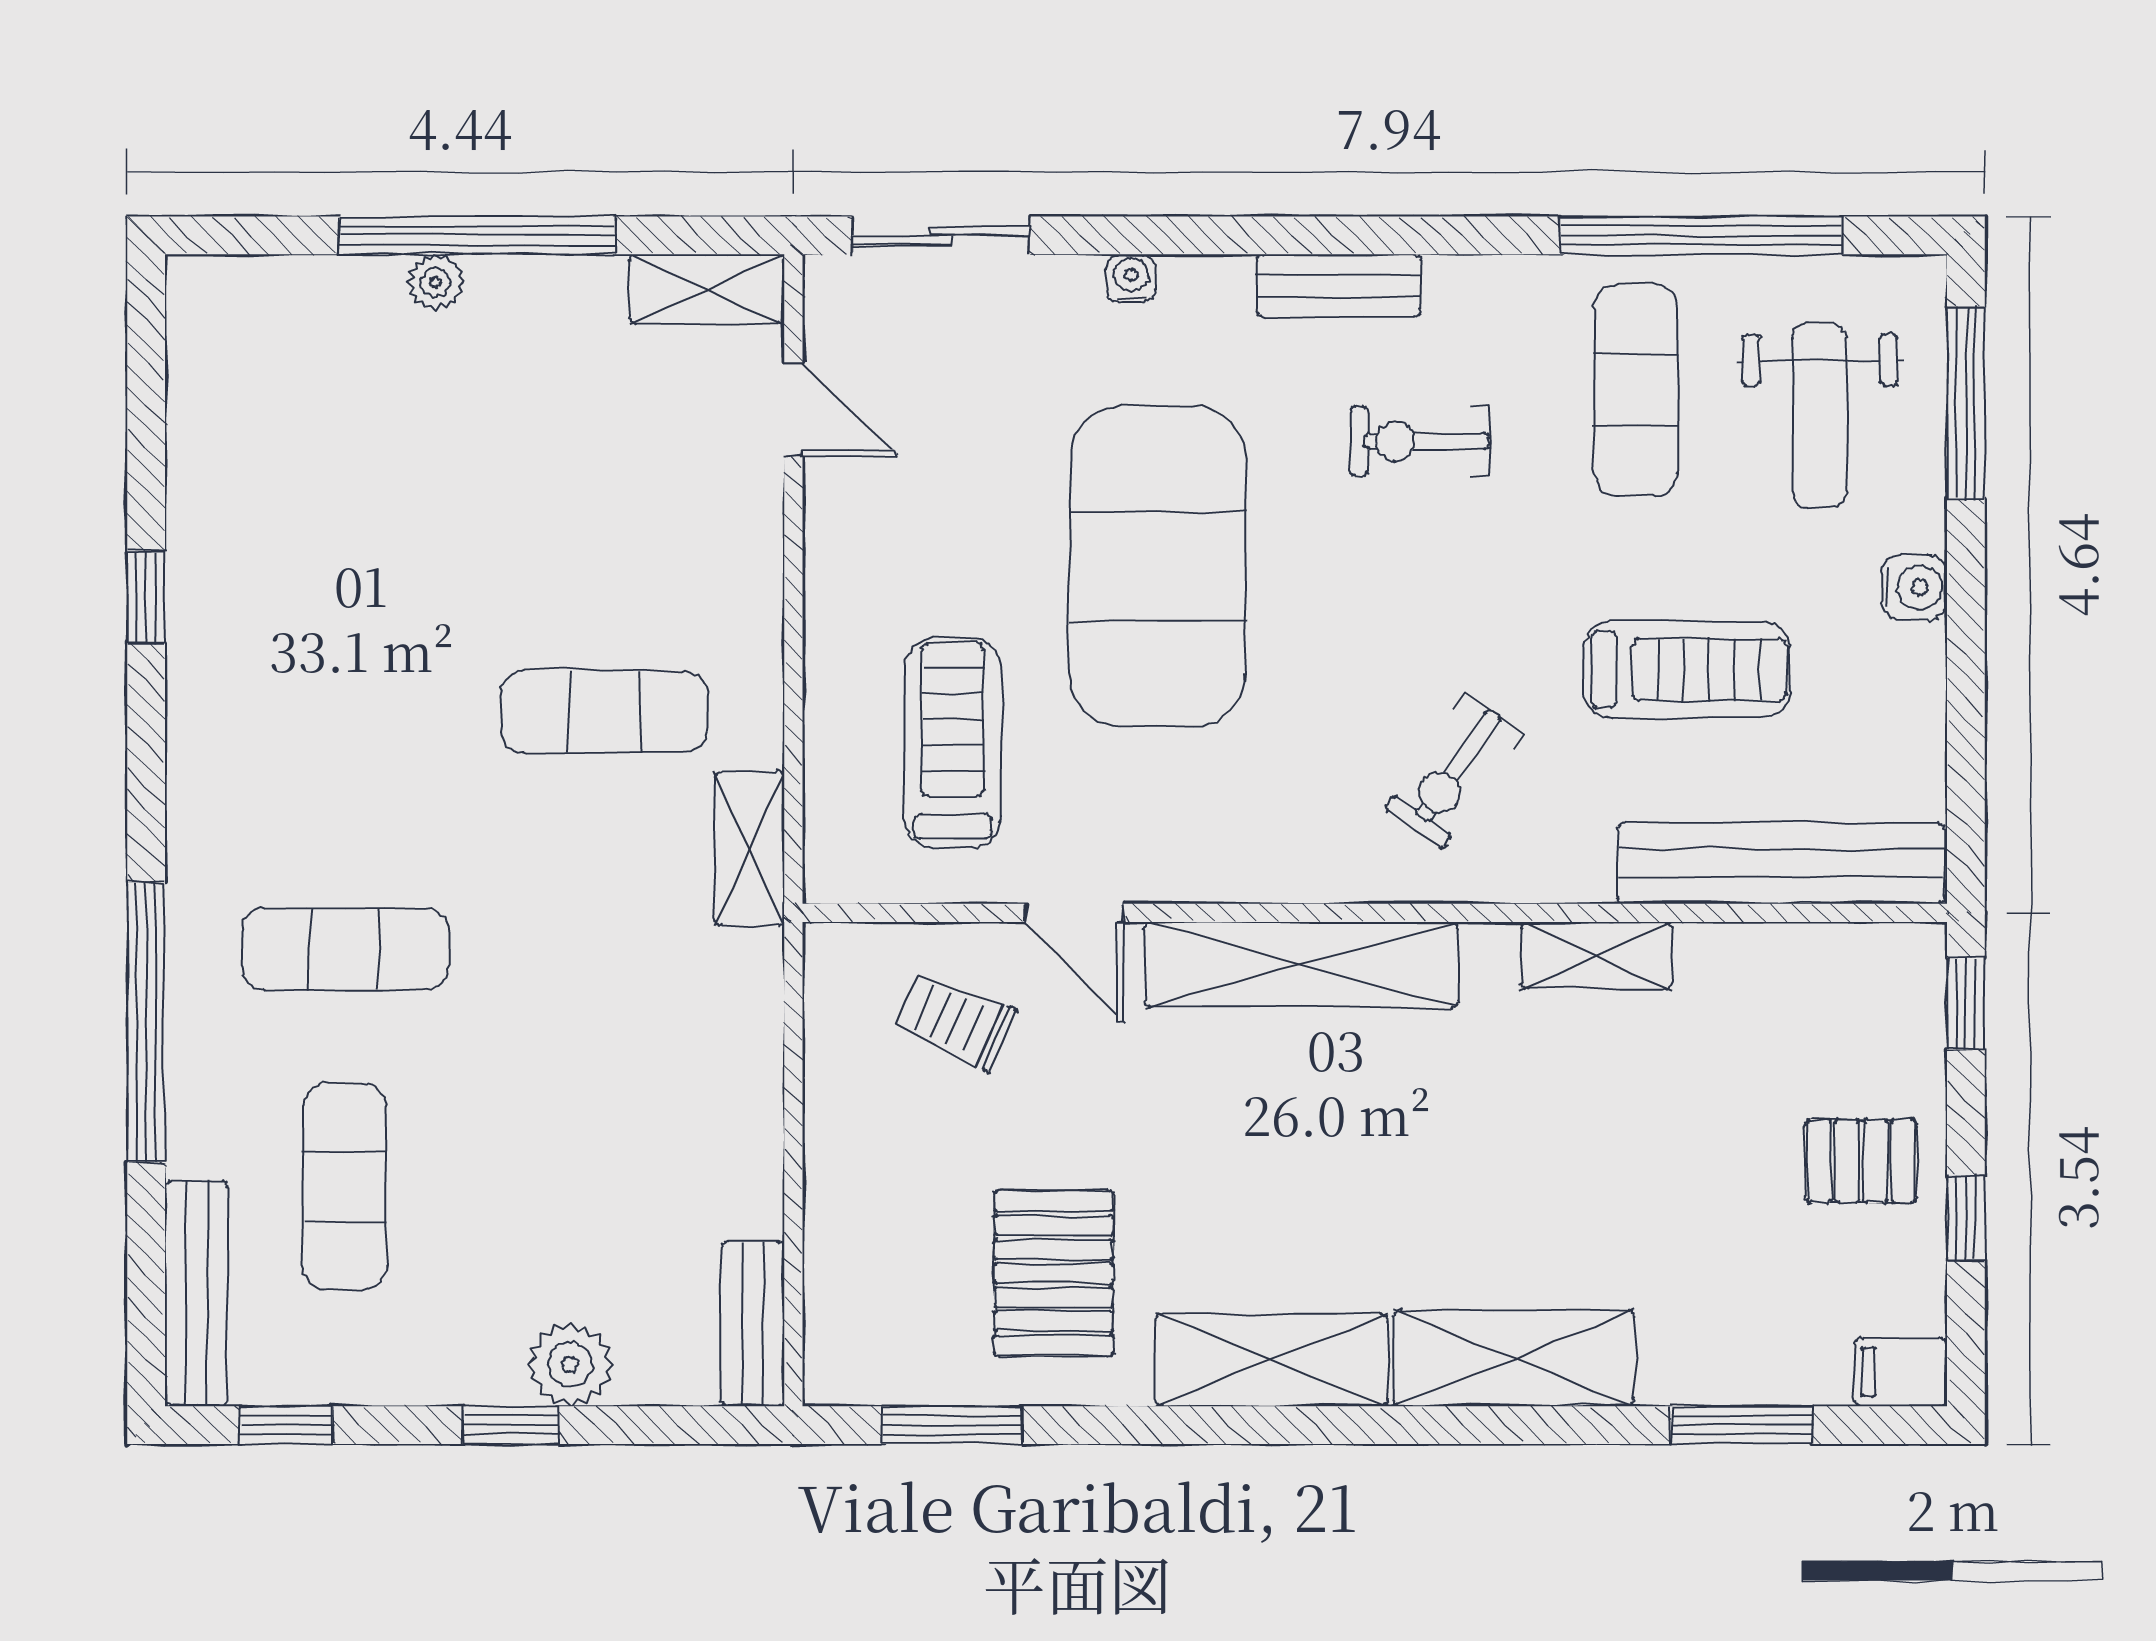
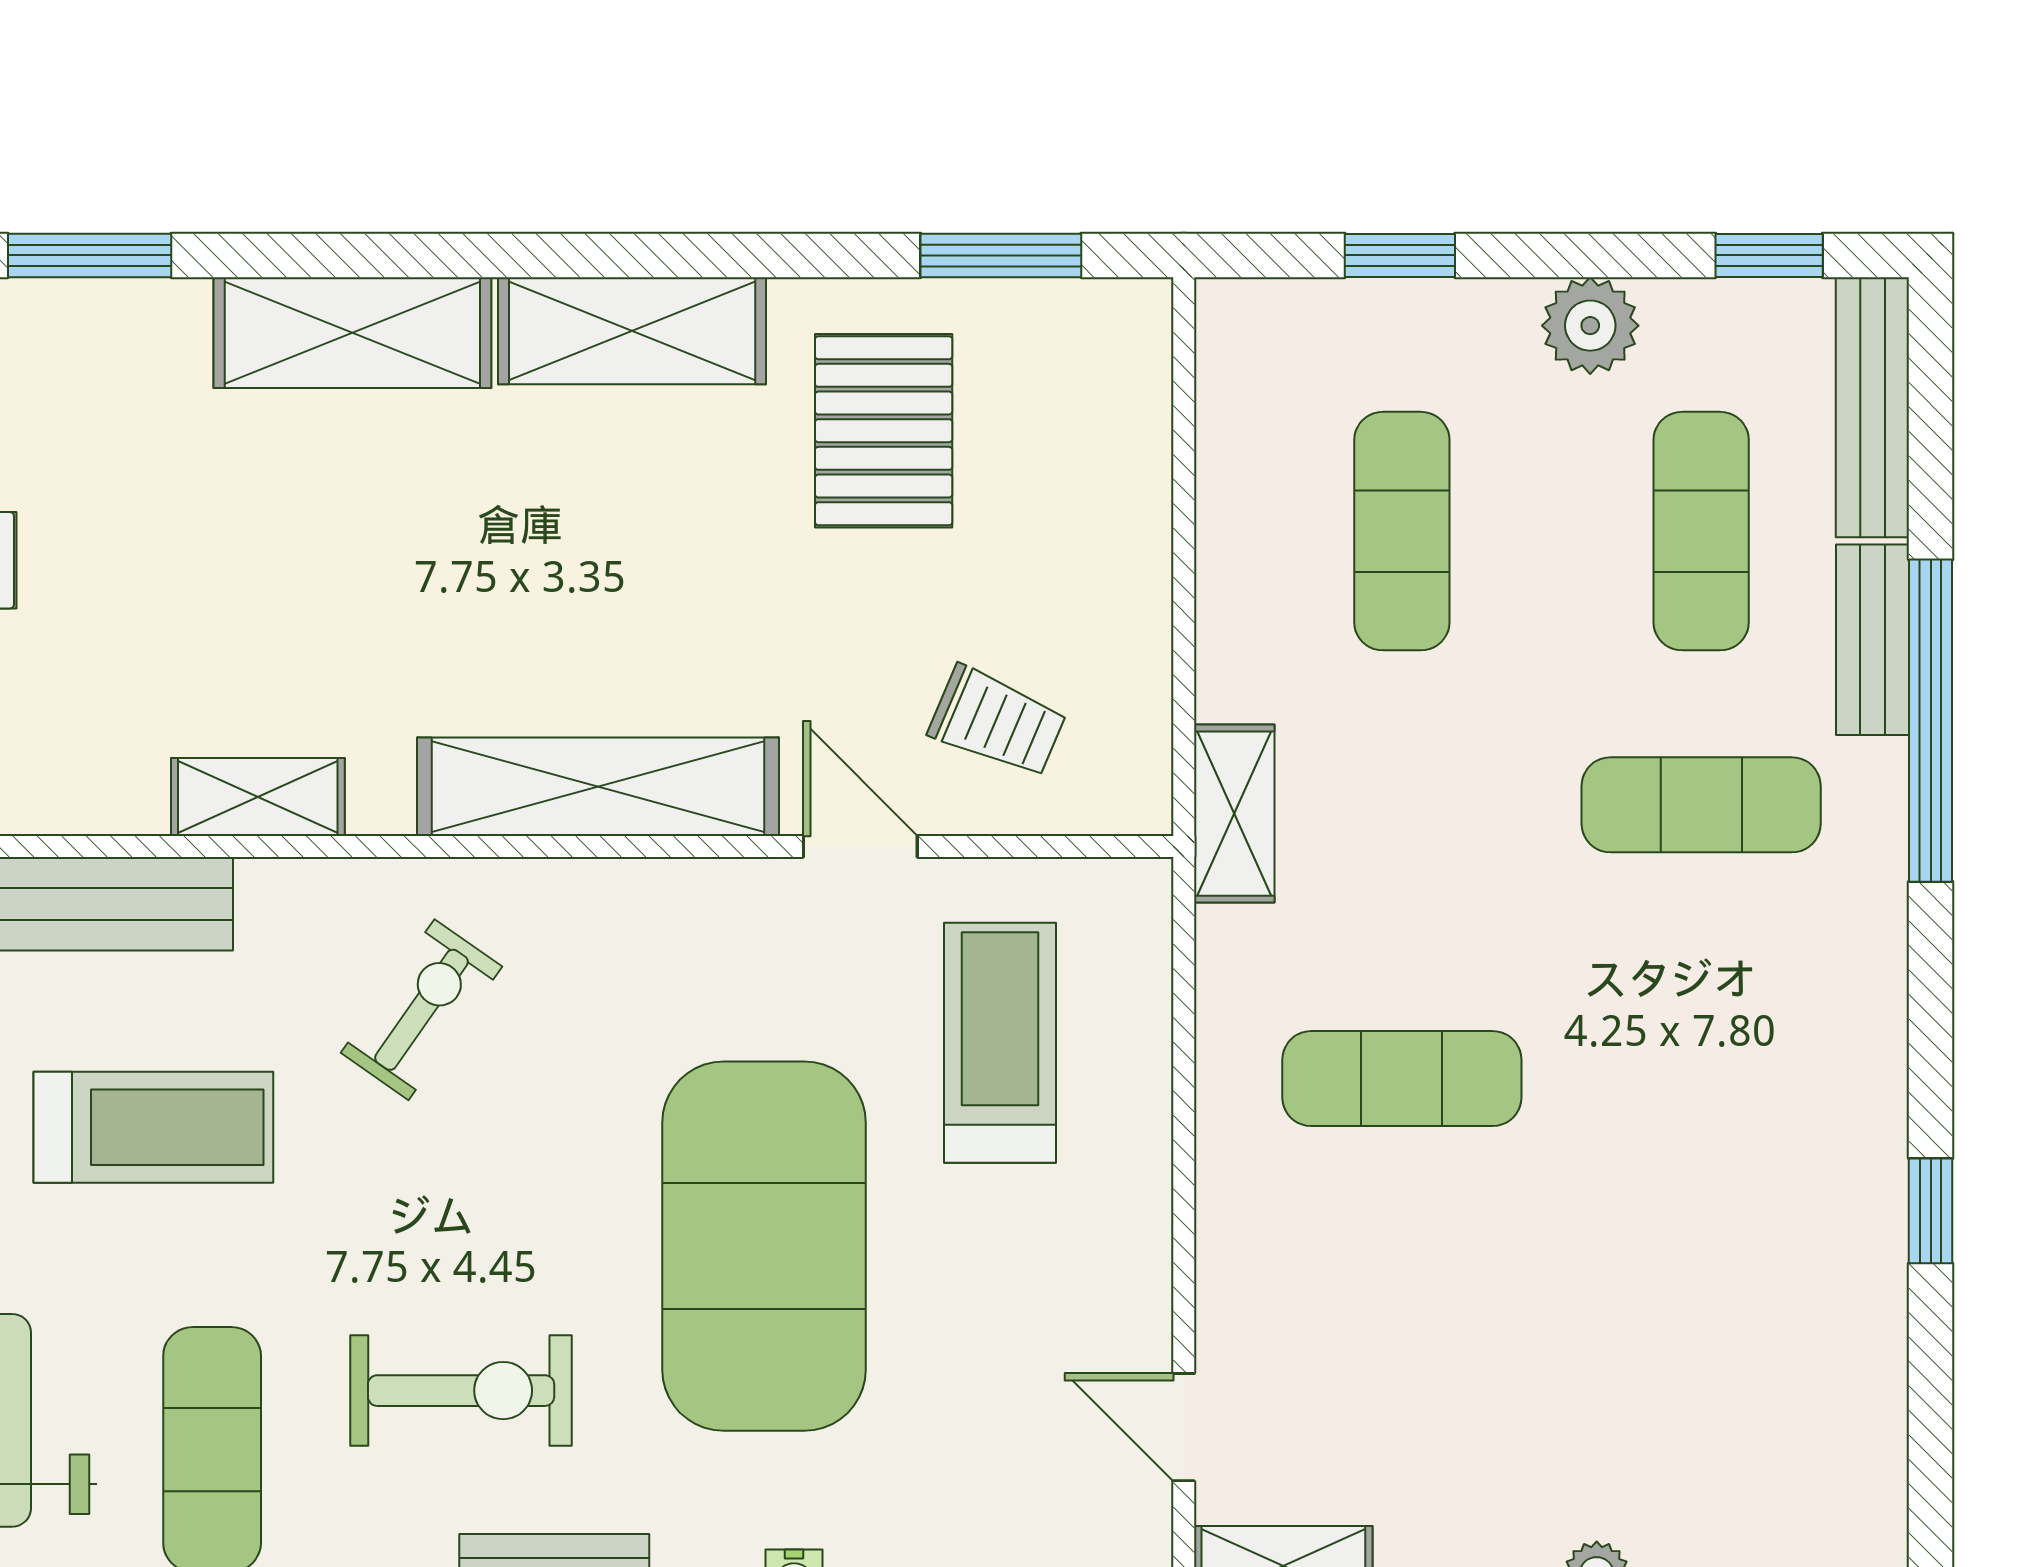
exercise bike: (1420, 441) -> (461, 1391), width x1.38, depth x1.39
treadmill: (1687, 669) -> (153, 1127), turned 180
treadmill: (953, 743) -> (1000, 1043), turned 180
shelving: (750, 849) -> (1234, 814), moved
exercise mat: (604, 1186) -> (1402, 531), added
bench: (753, 1324) -> (1872, 640), moved
plant: (570, 1364) -> (1590, 326), moved
window: (511, 1425) -> (1400, 255), moved

